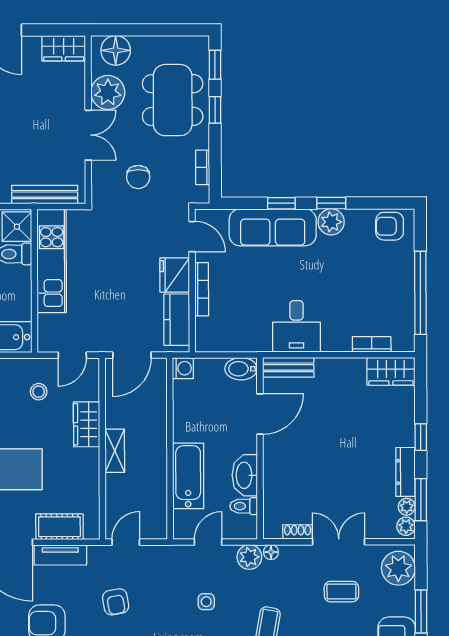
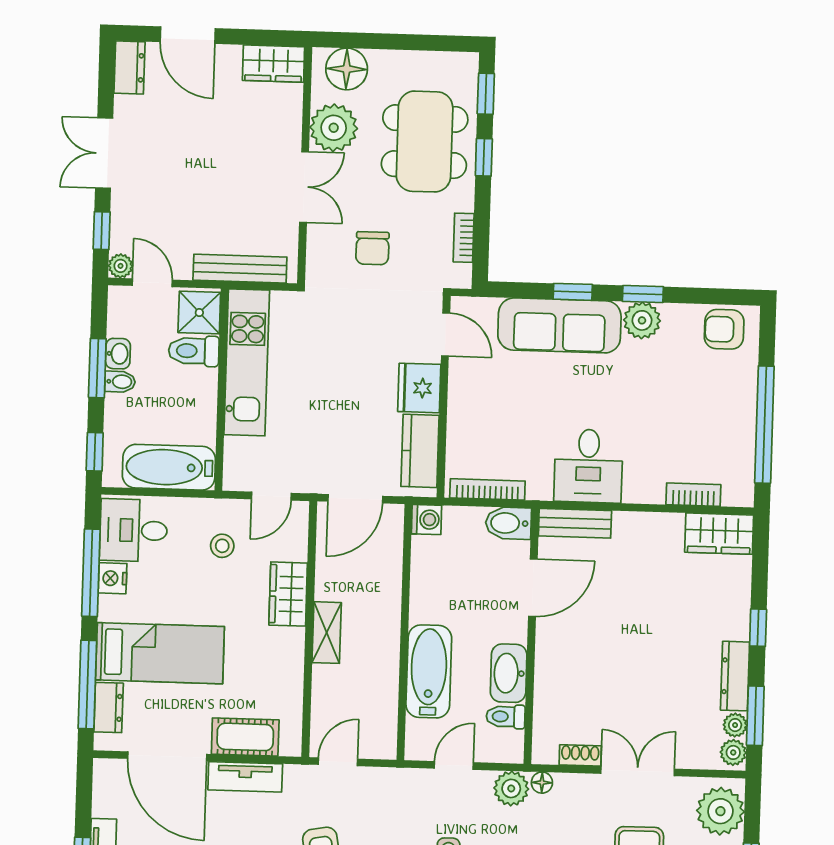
bookcase: (202, 289) -> (487, 489), moved, turned -90

